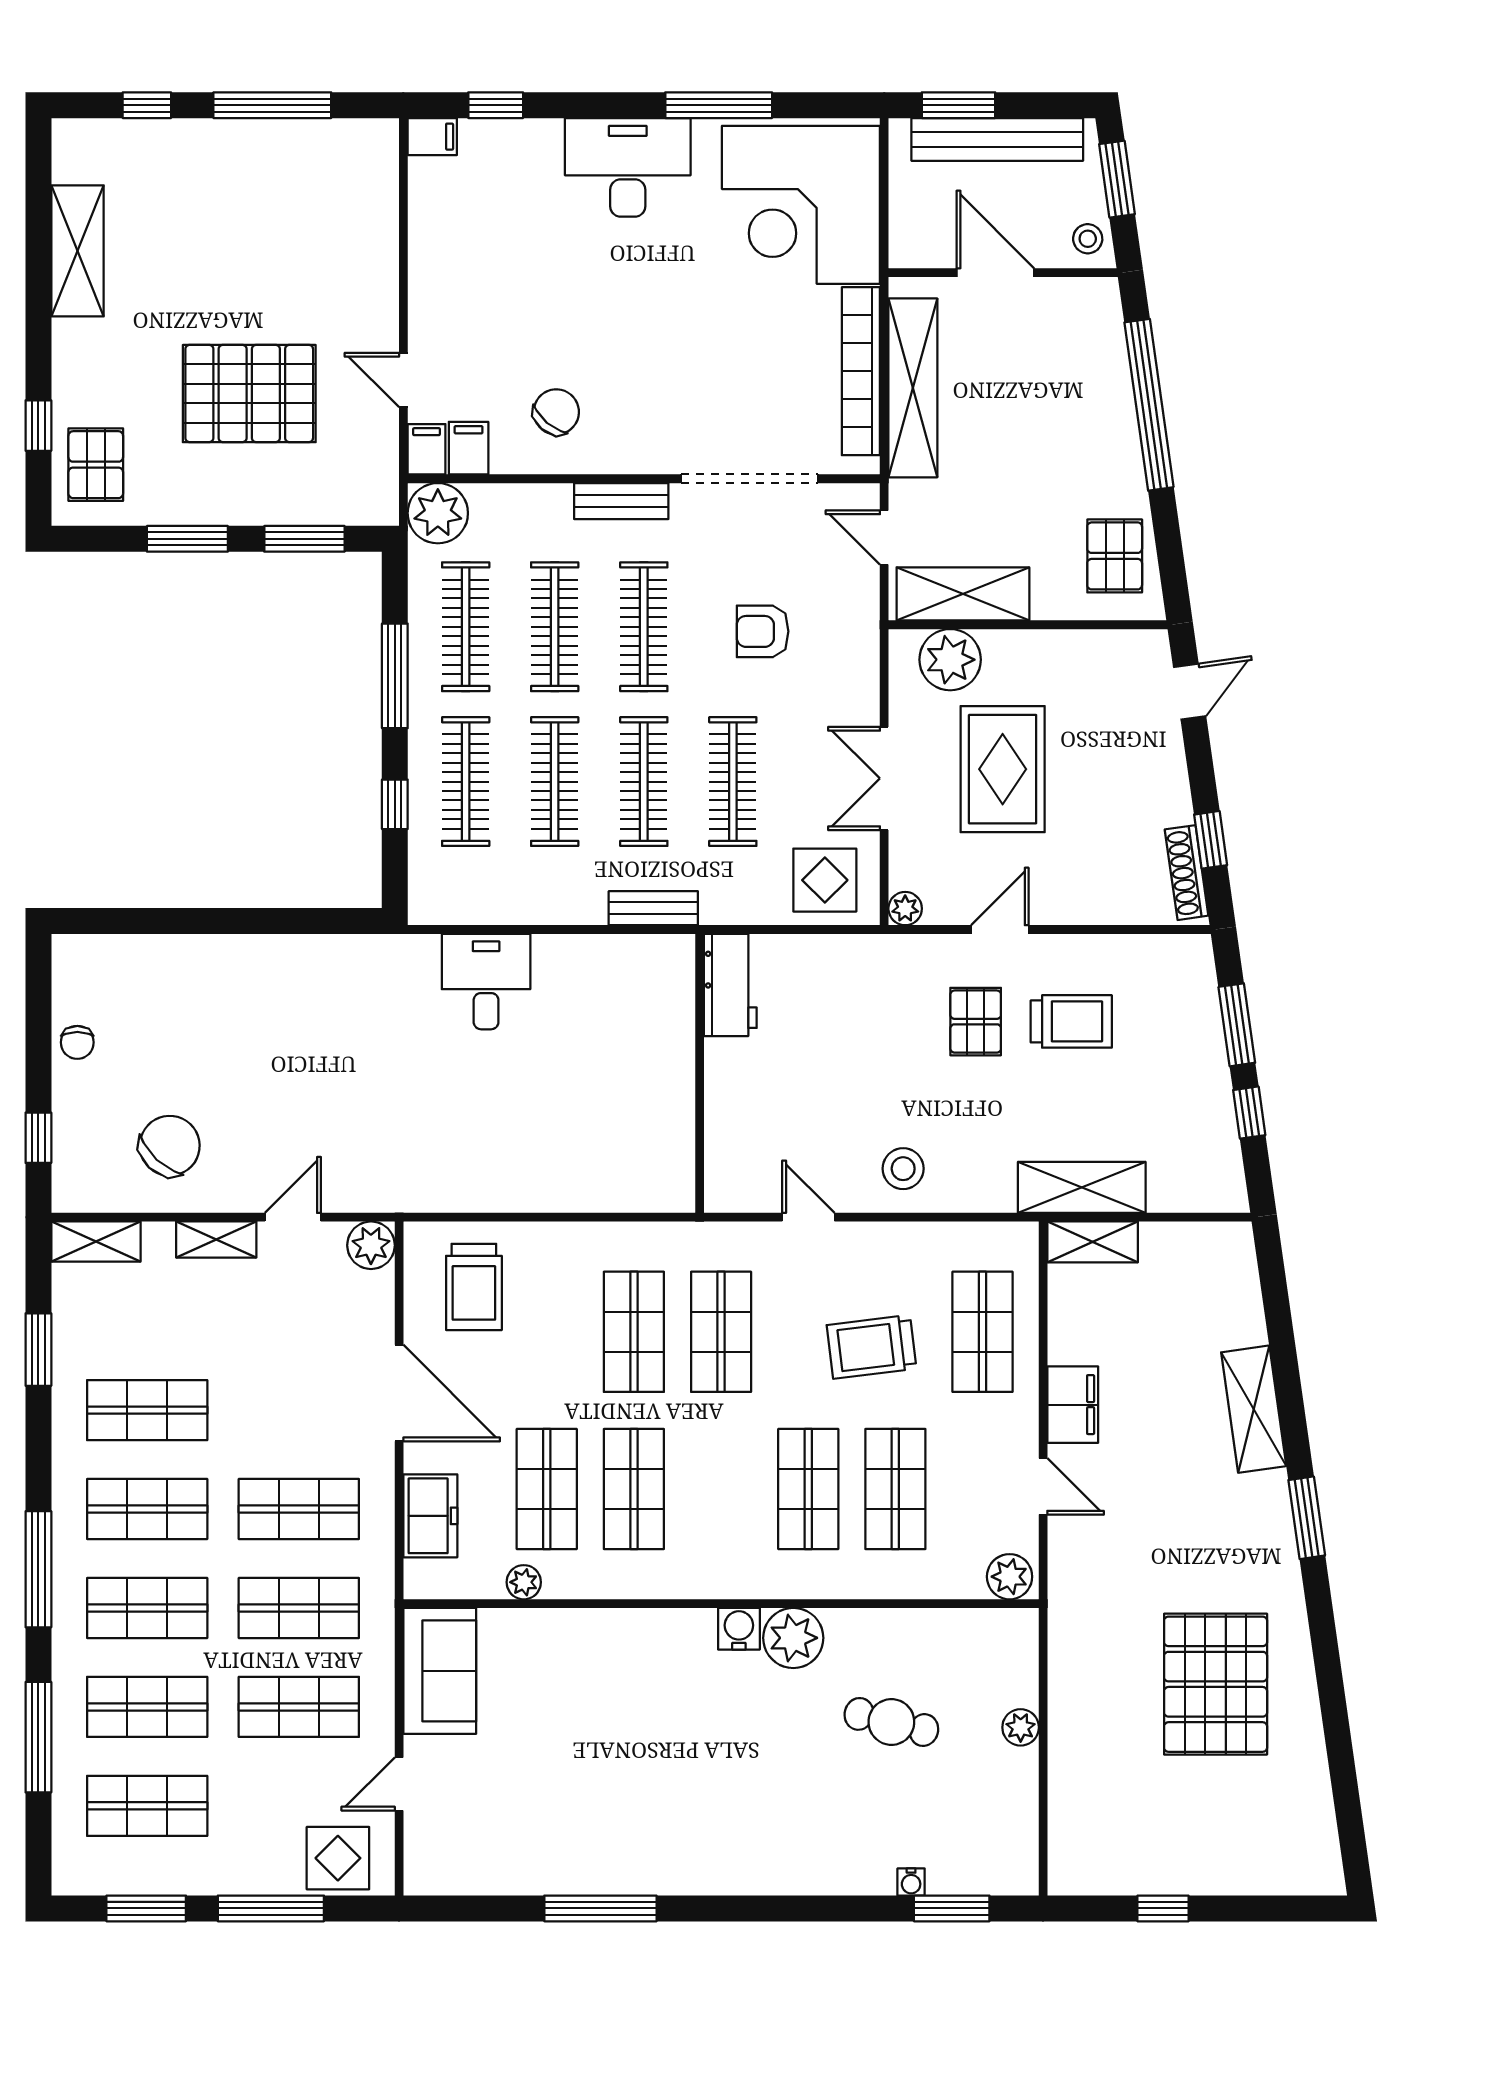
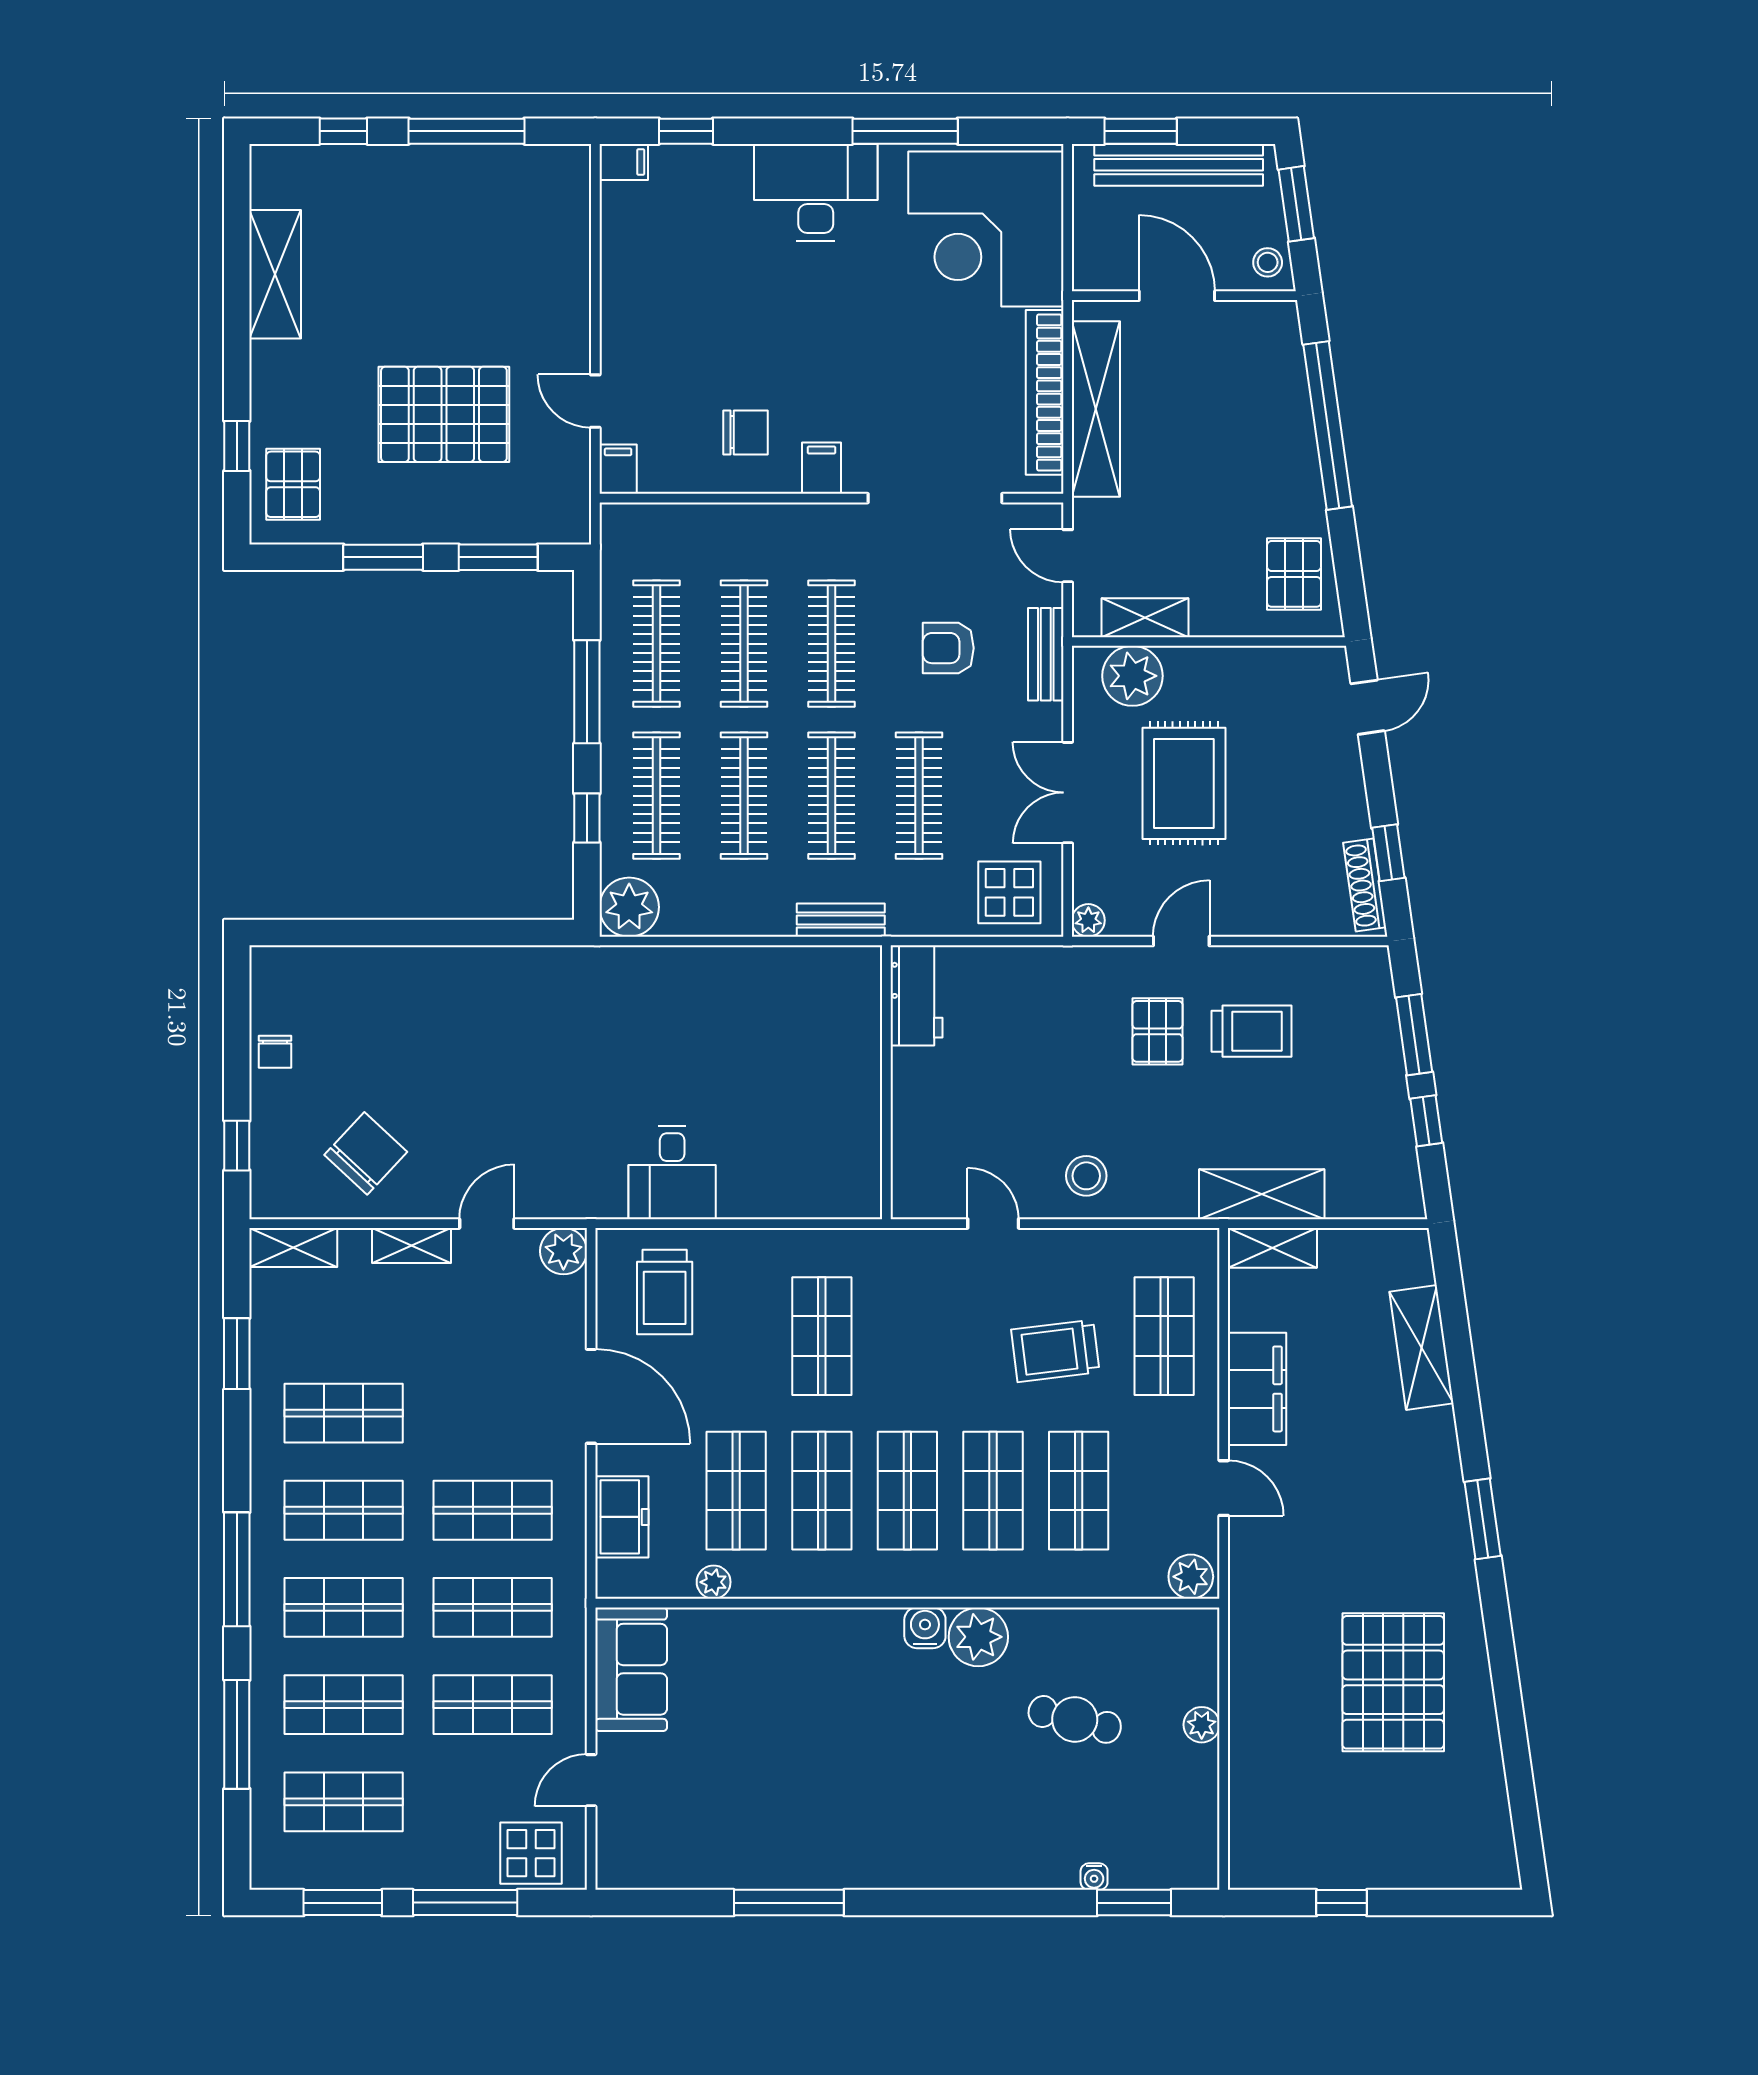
chair: (556, 412) -> (746, 432), turned 50
filing cabinet: (469, 448) -> (822, 468), moved
bench: (621, 501) -> (1046, 654), moved, turned 90
plant: (438, 513) -> (629, 907), moved
shelving: (963, 594) -> (1145, 618), width x0.67, depth x0.75
desk: (486, 982) -> (672, 1172), moved, turned 180
shop shelf: (721, 1332) -> (907, 1491), moved
filing cabinet: (1073, 1405) -> (1257, 1389), width x1.50, depth x1.17
shelving: (1254, 1409) -> (1421, 1348), moved

